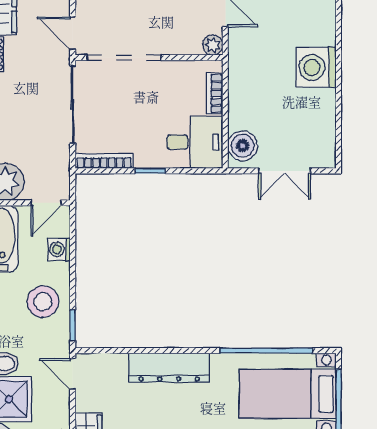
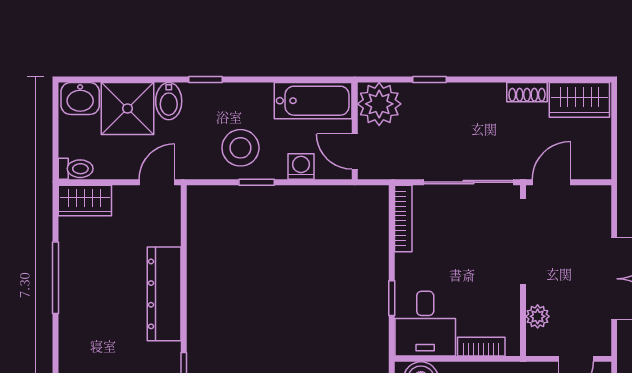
plant: (213, 45) -> (538, 316), moved
window: (150, 171) -> (392, 298), moved
window: (73, 325) -> (257, 182), moved

